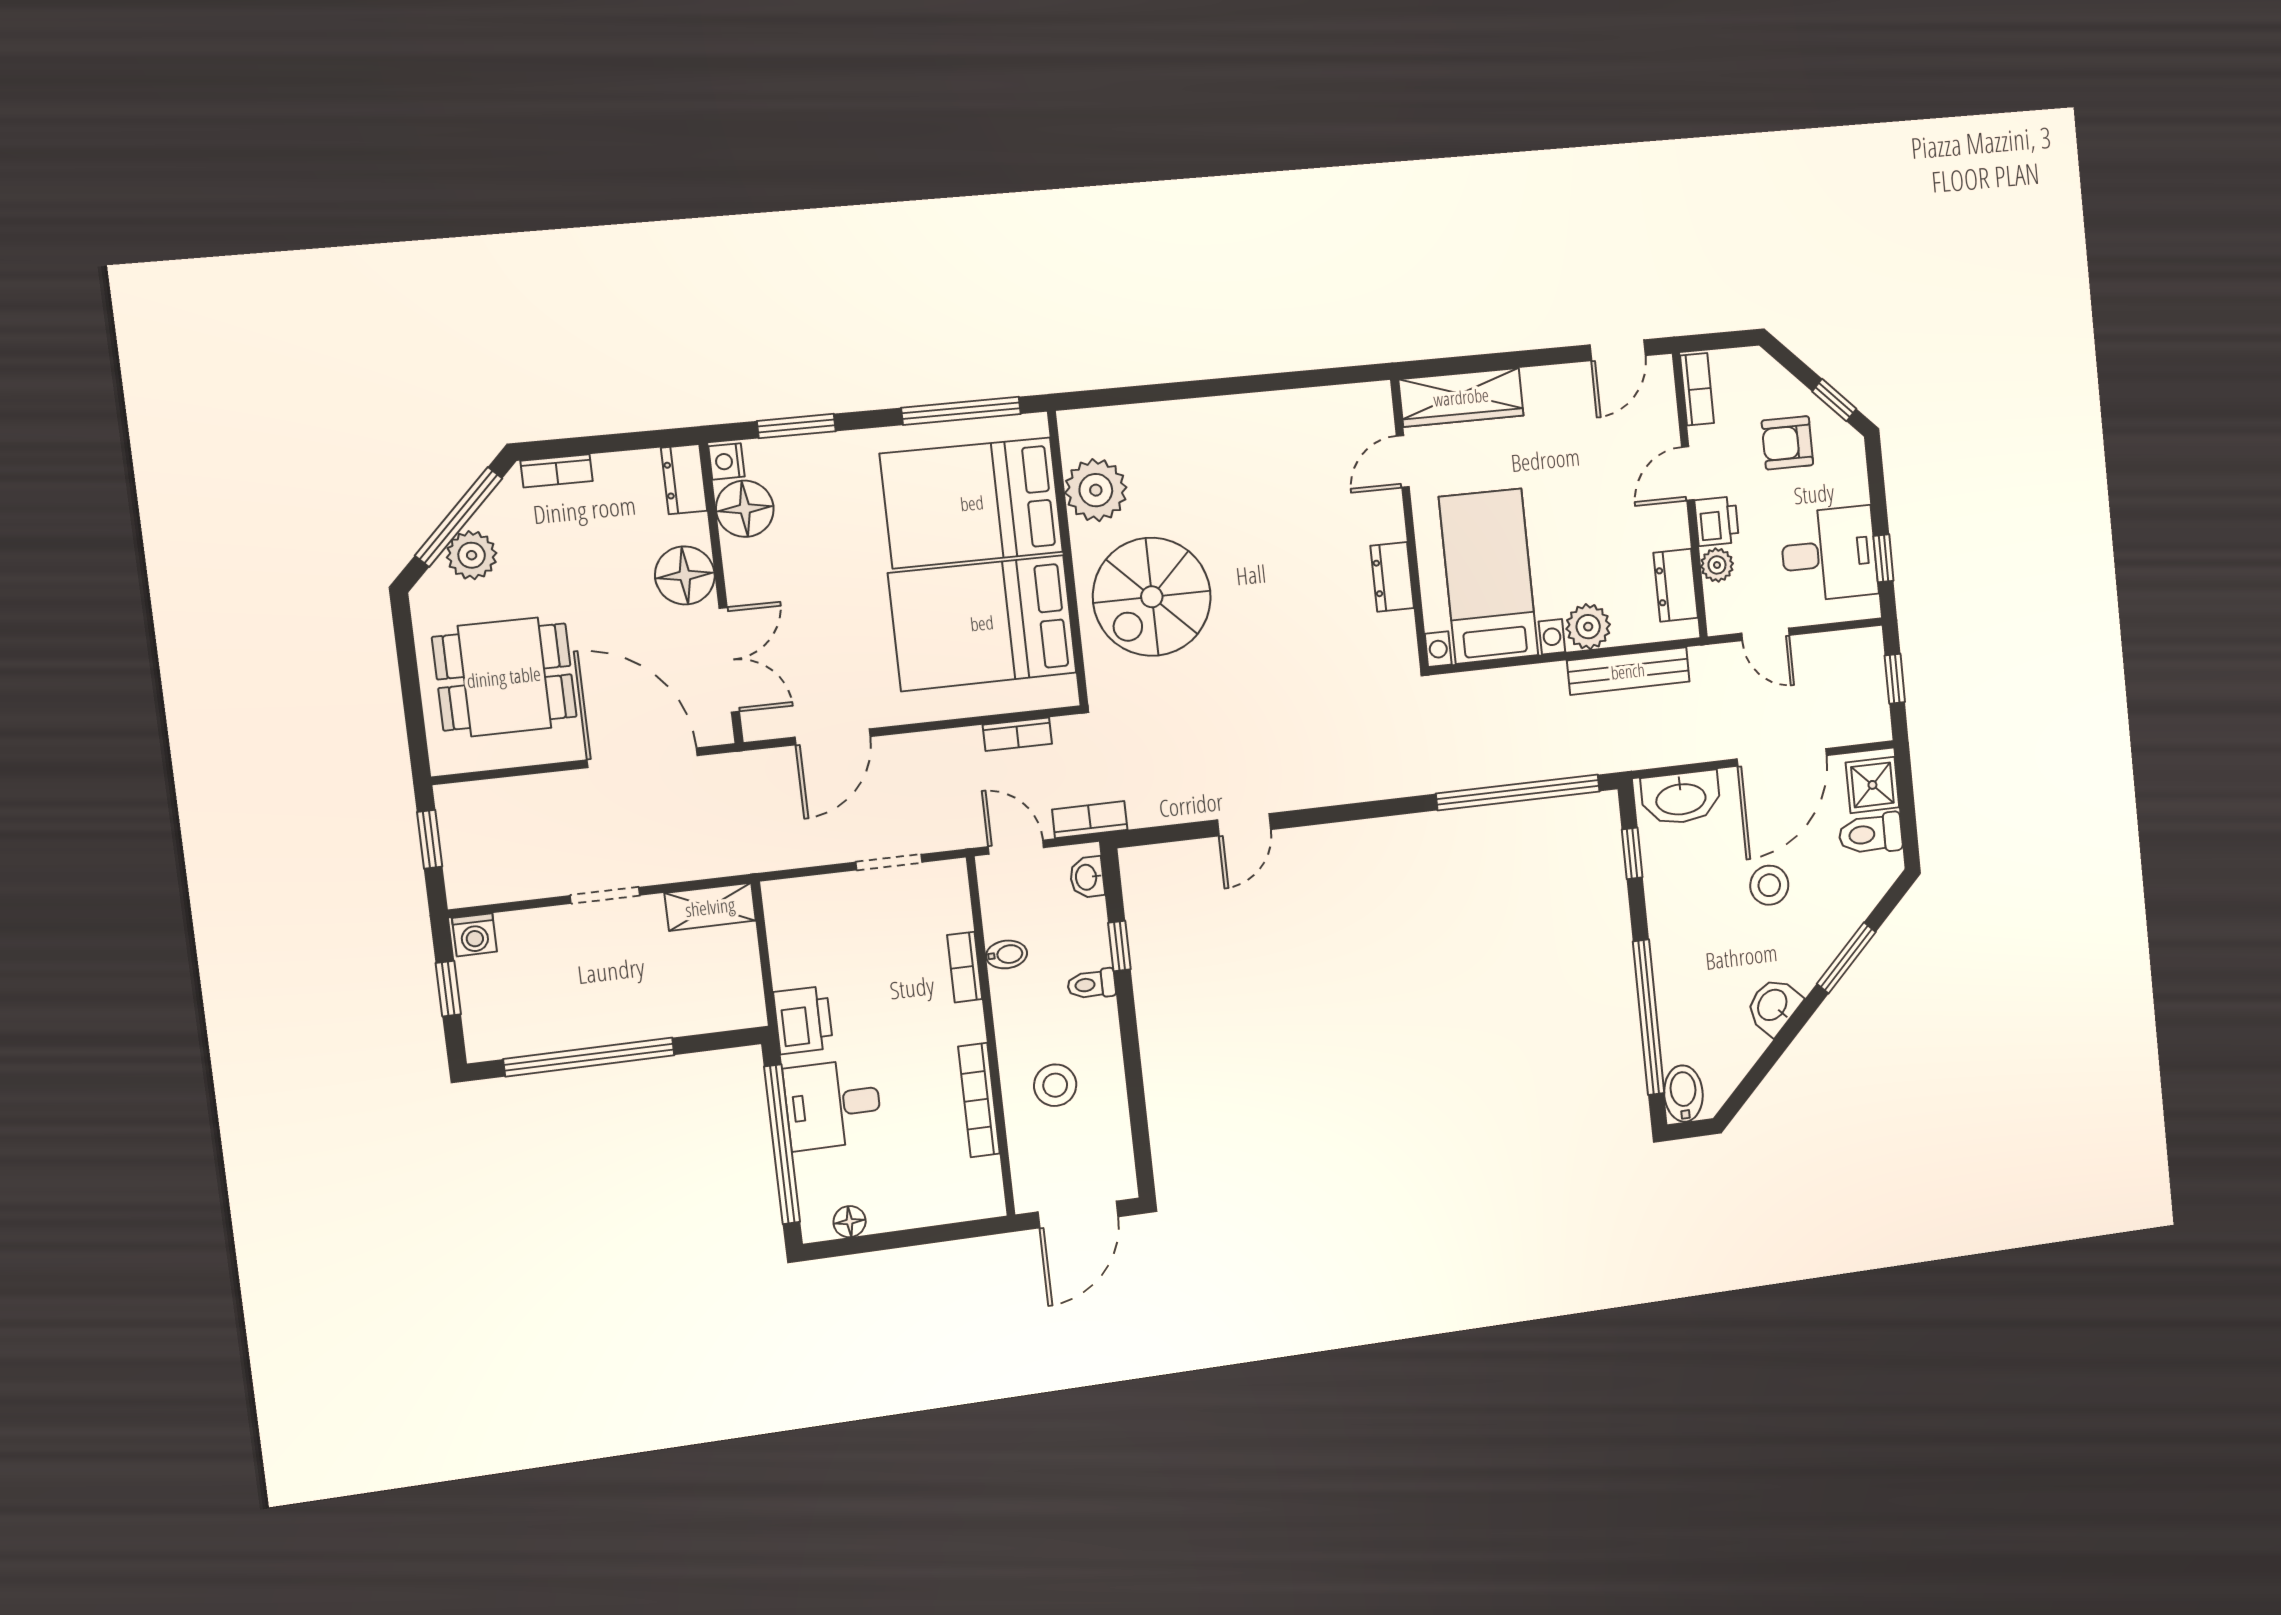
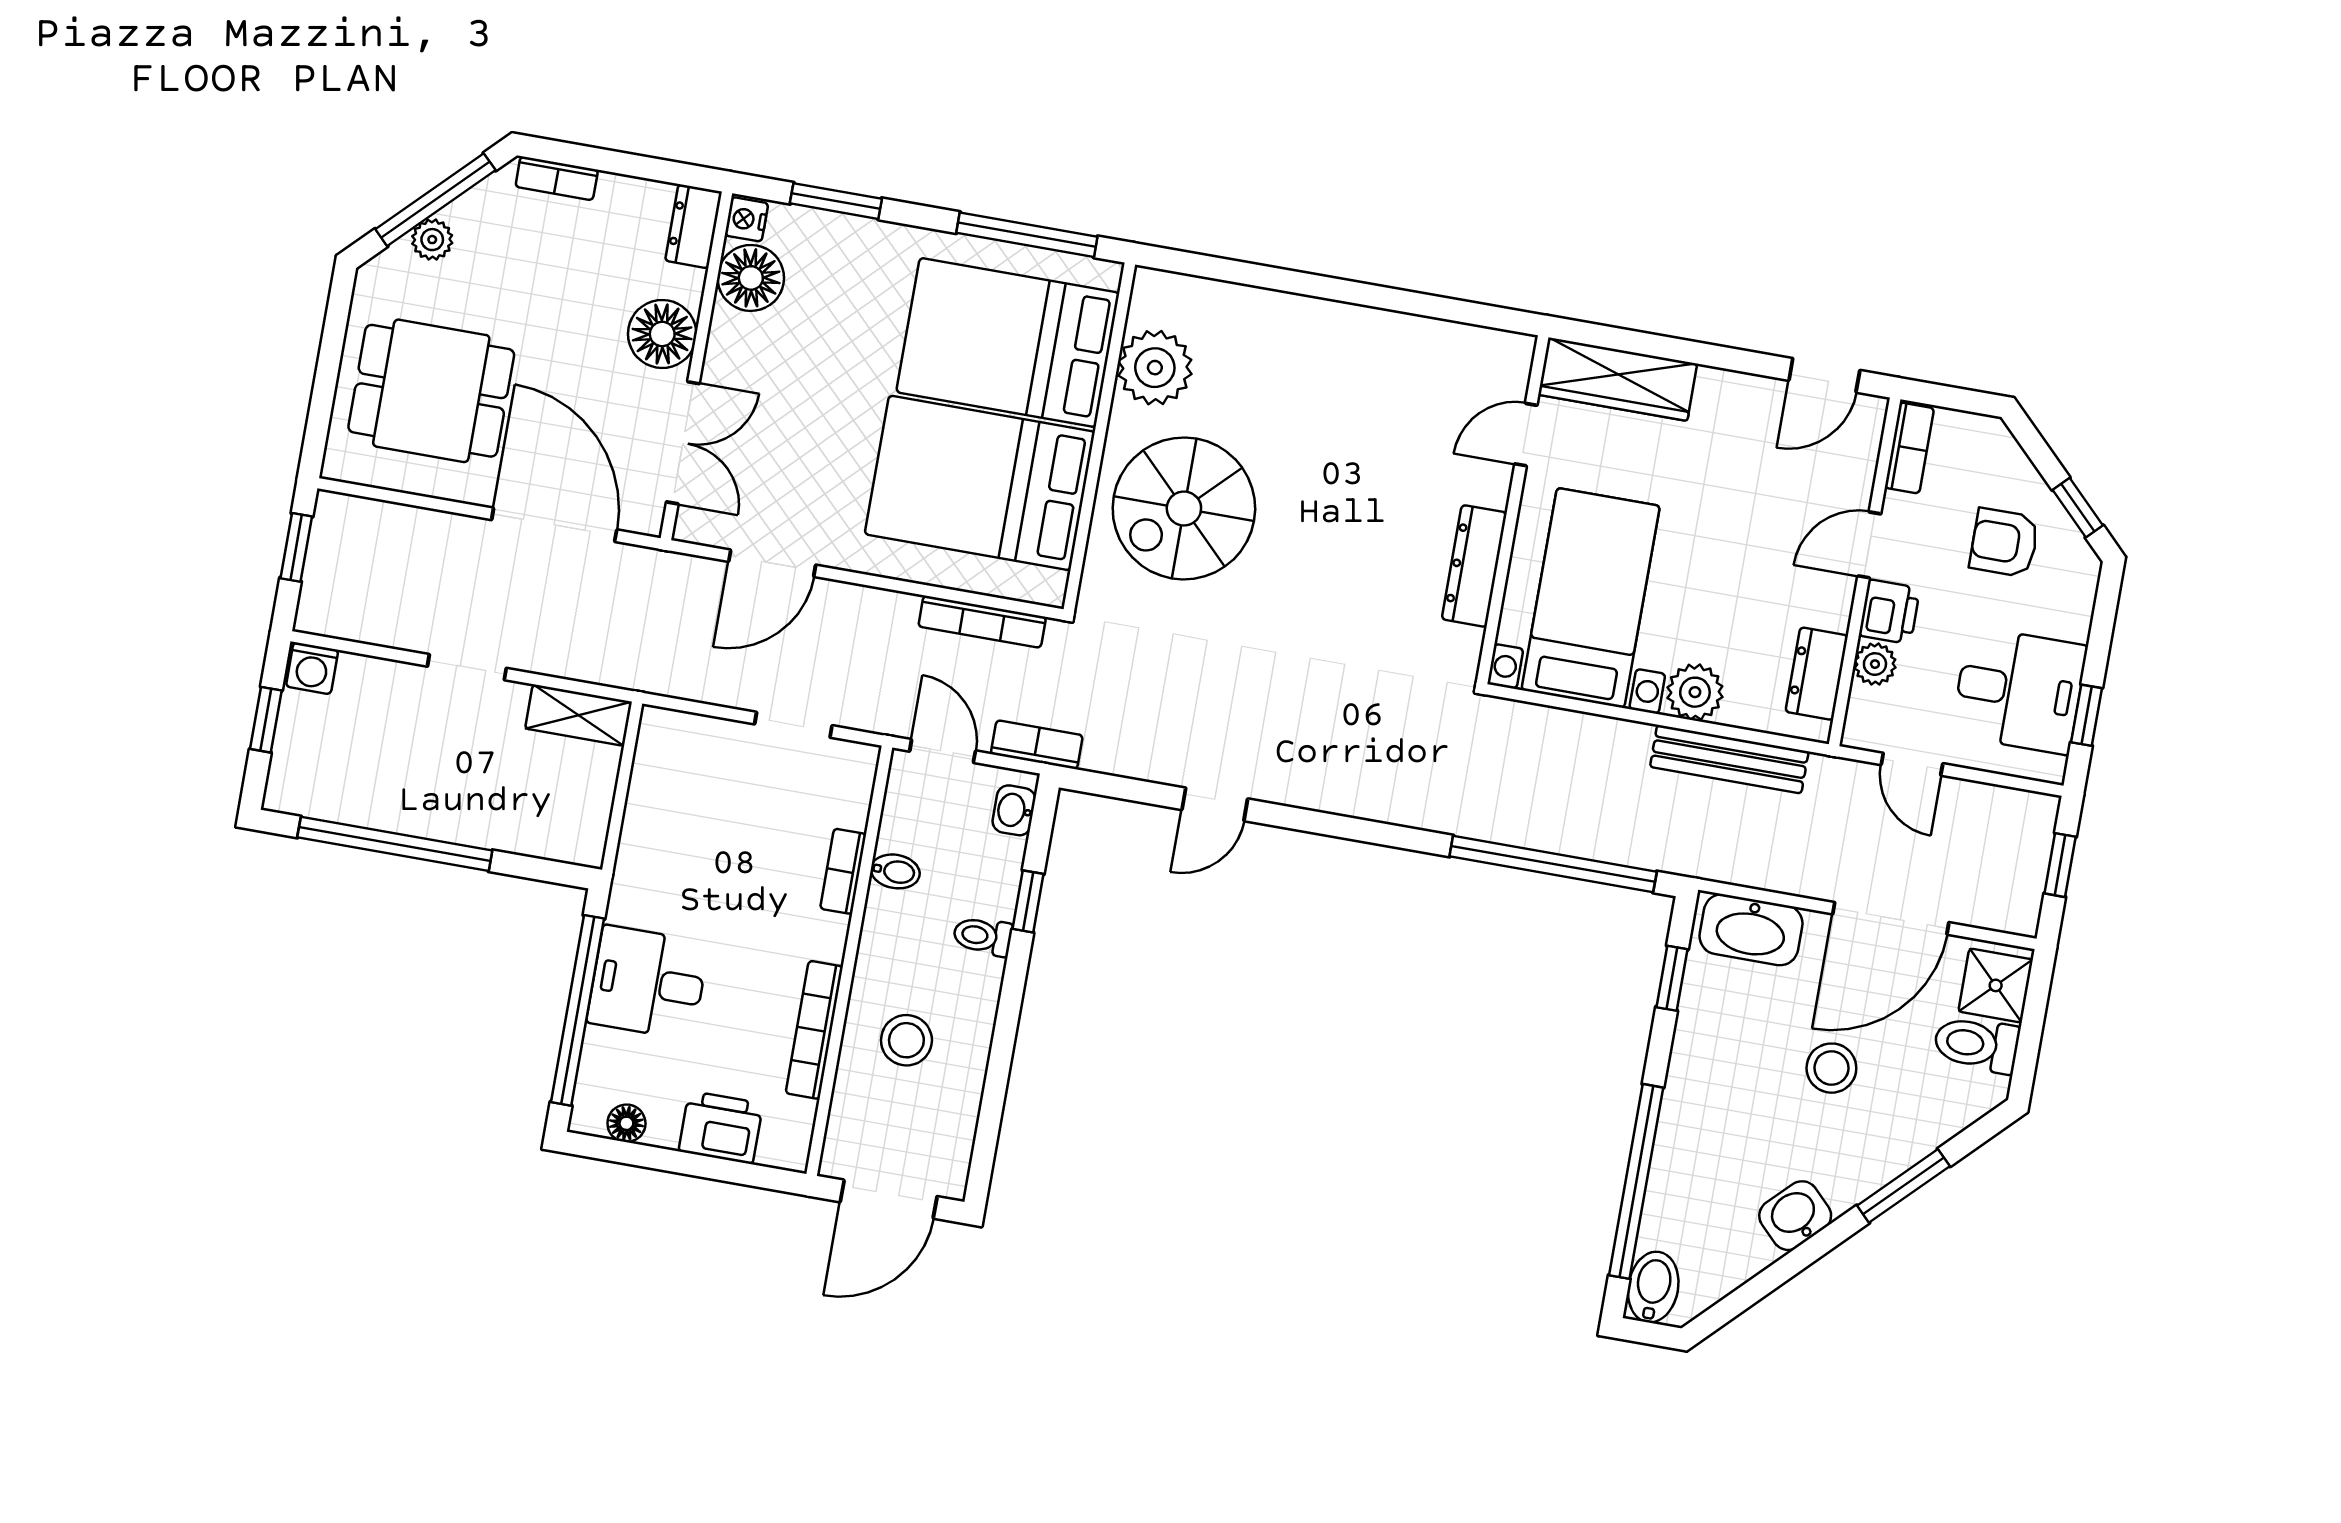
plant: (472, 555) -> (432, 240), width x0.73, depth x0.73
dresser: (1392, 577) -> (1474, 566), width x1.44
bookcase: (1017, 734) -> (982, 622), width x1.56
printer: (803, 1020) -> (721, 1128), moved, turned -90

